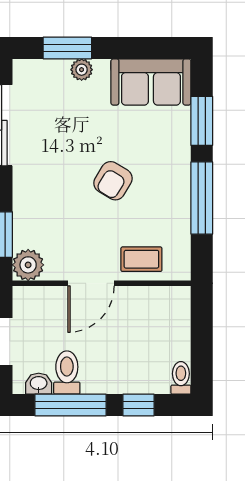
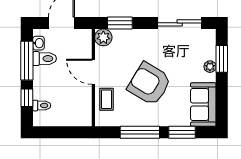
armchair: (113, 181) -> (149, 84), width x1.88, depth x1.88
toilet: (181, 378) -> (42, 106), moved

